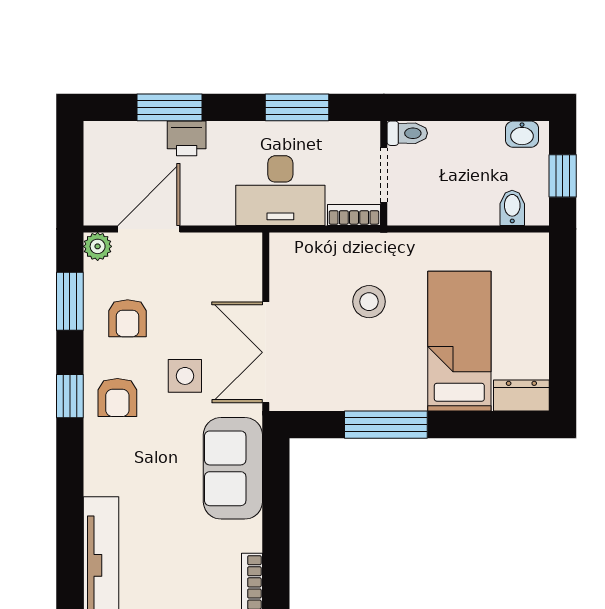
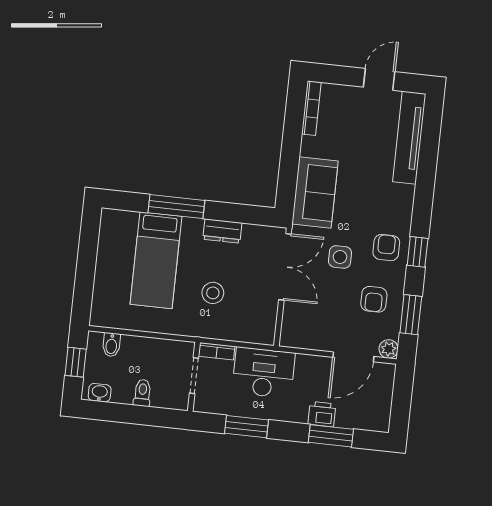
toilet: (407, 133) -> (142, 393), moved, turned 90
armchair: (128, 318) -> (374, 299), turned 180
dresser: (521, 396) -> (222, 231), moved
window: (386, 425) -> (176, 207), moved

